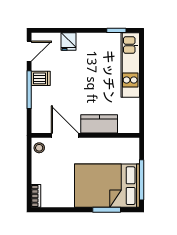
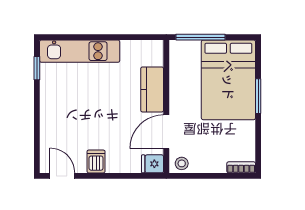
fridge: (68, 42) -> (153, 164), moved, turned 180
window: (29, 90) -> (110, 176), removed
window: (142, 180) -> (201, 37), moved
window: (107, 210) -> (258, 96), moved

